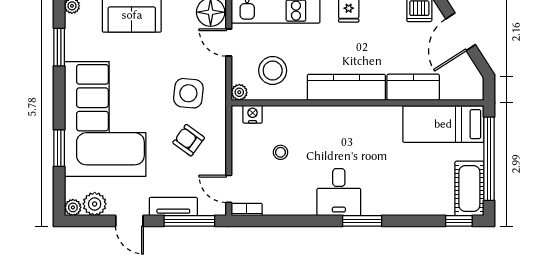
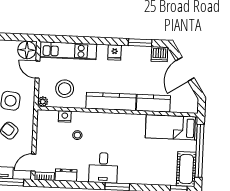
nightstand: (253, 114) -> (65, 116), moved
stool: (281, 152) -> (77, 135), moved
door: (229, 189) -> (33, 163), hinge flipped
dresser: (281, 206) -> (66, 175), added

